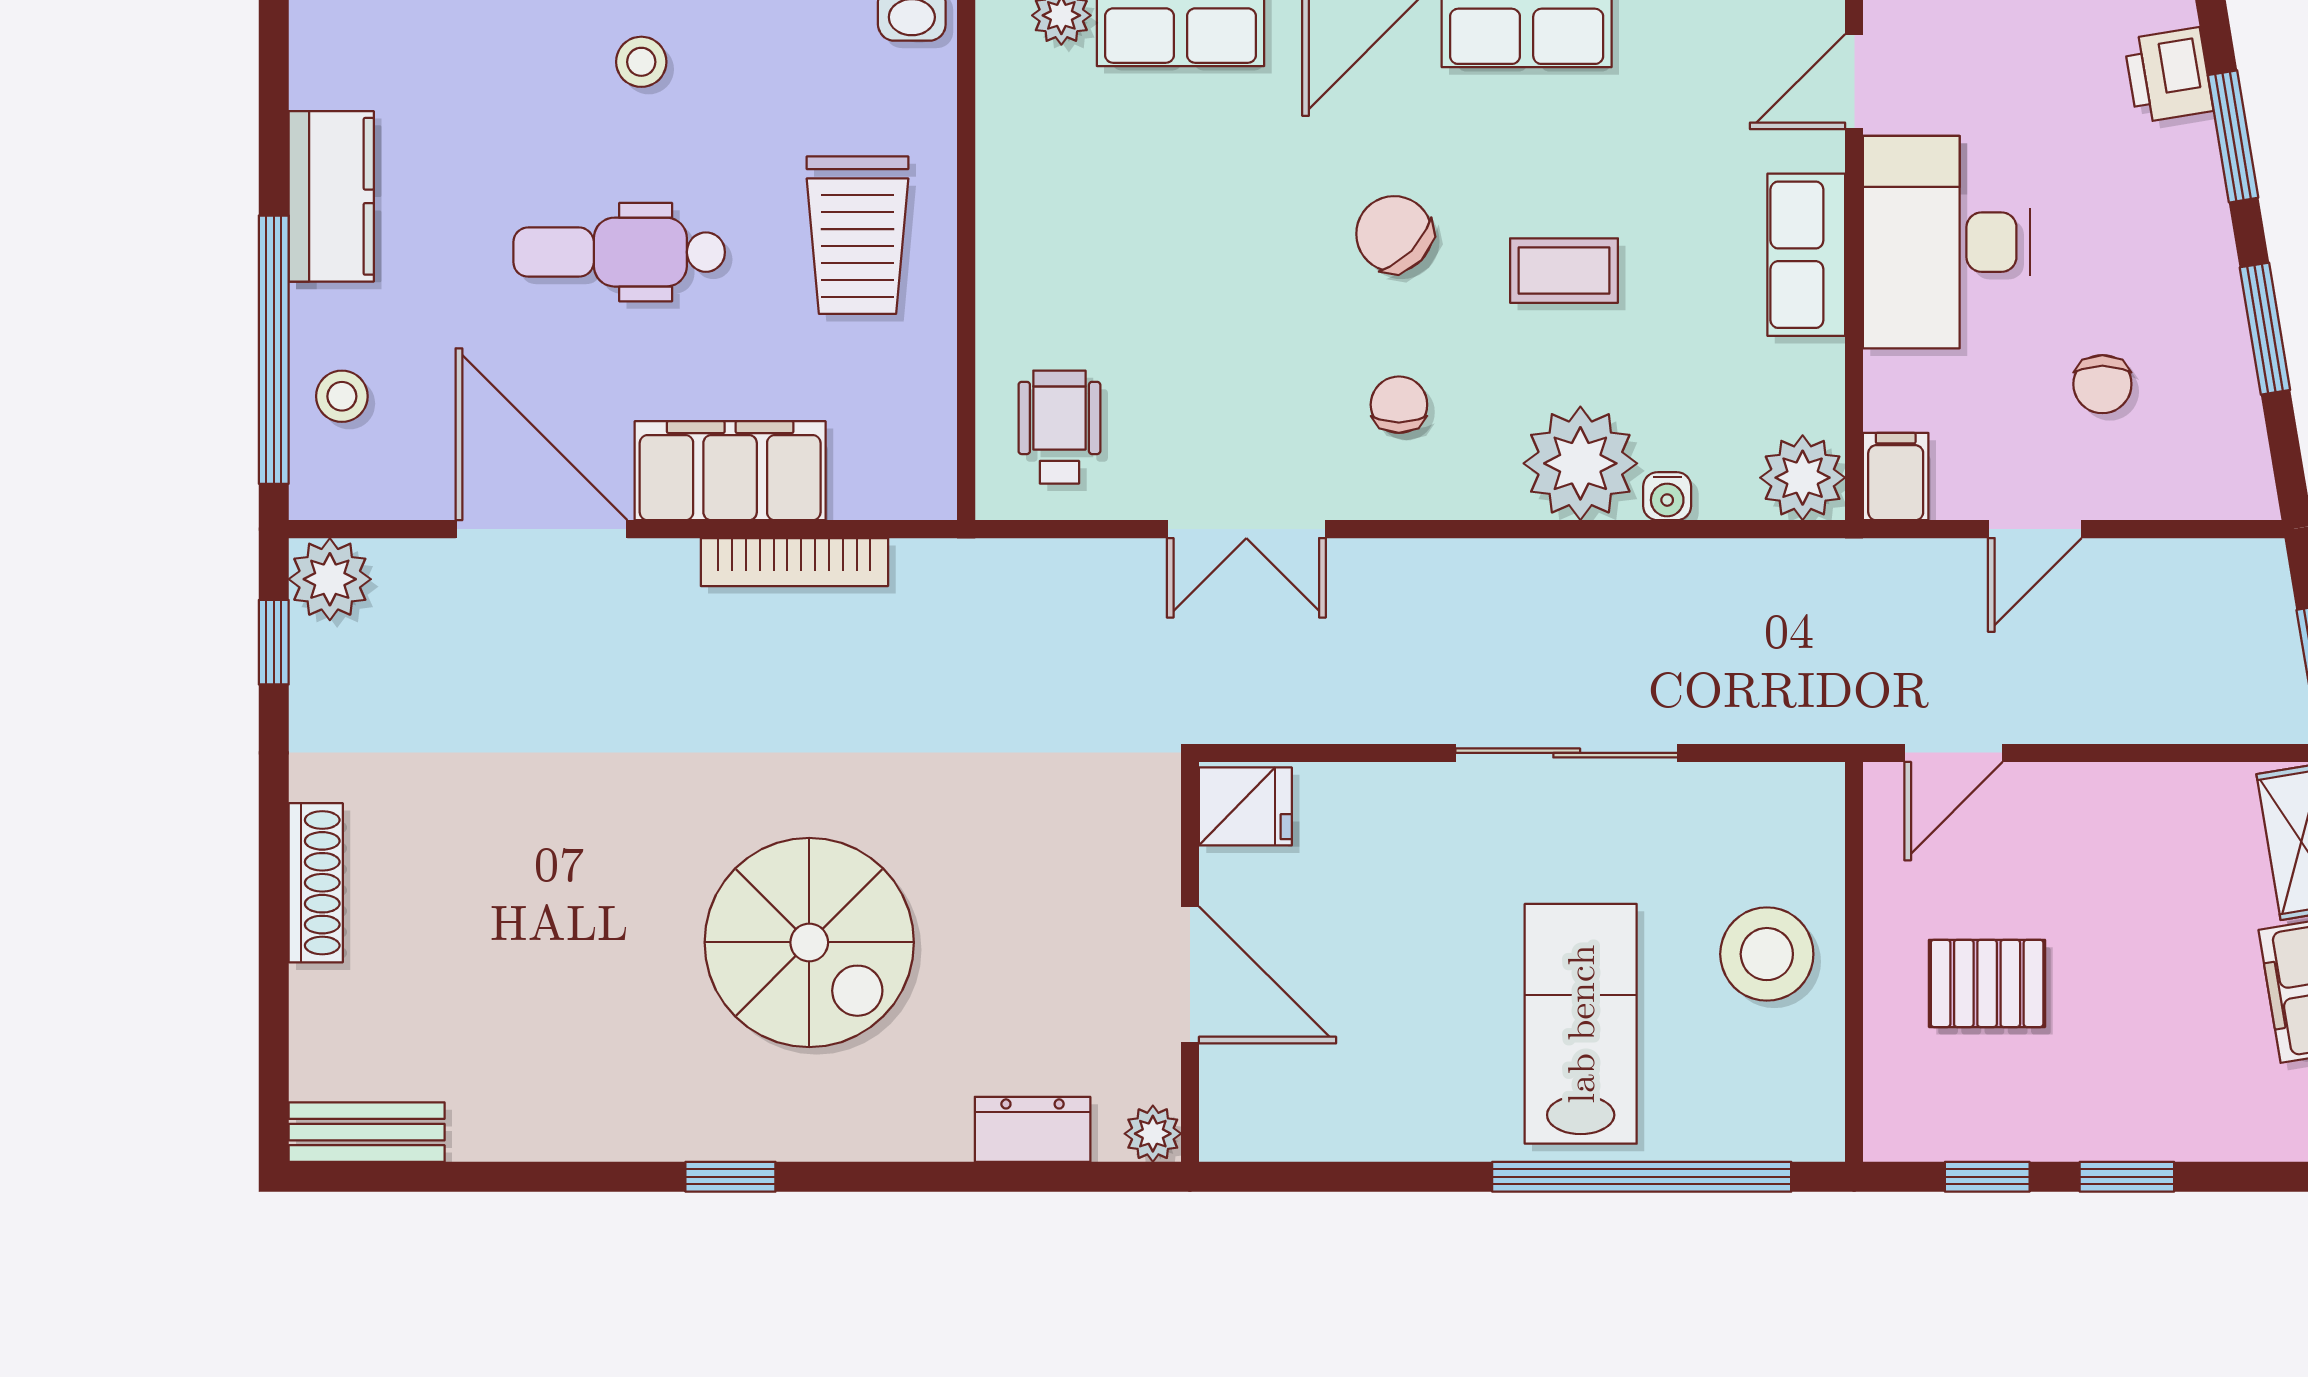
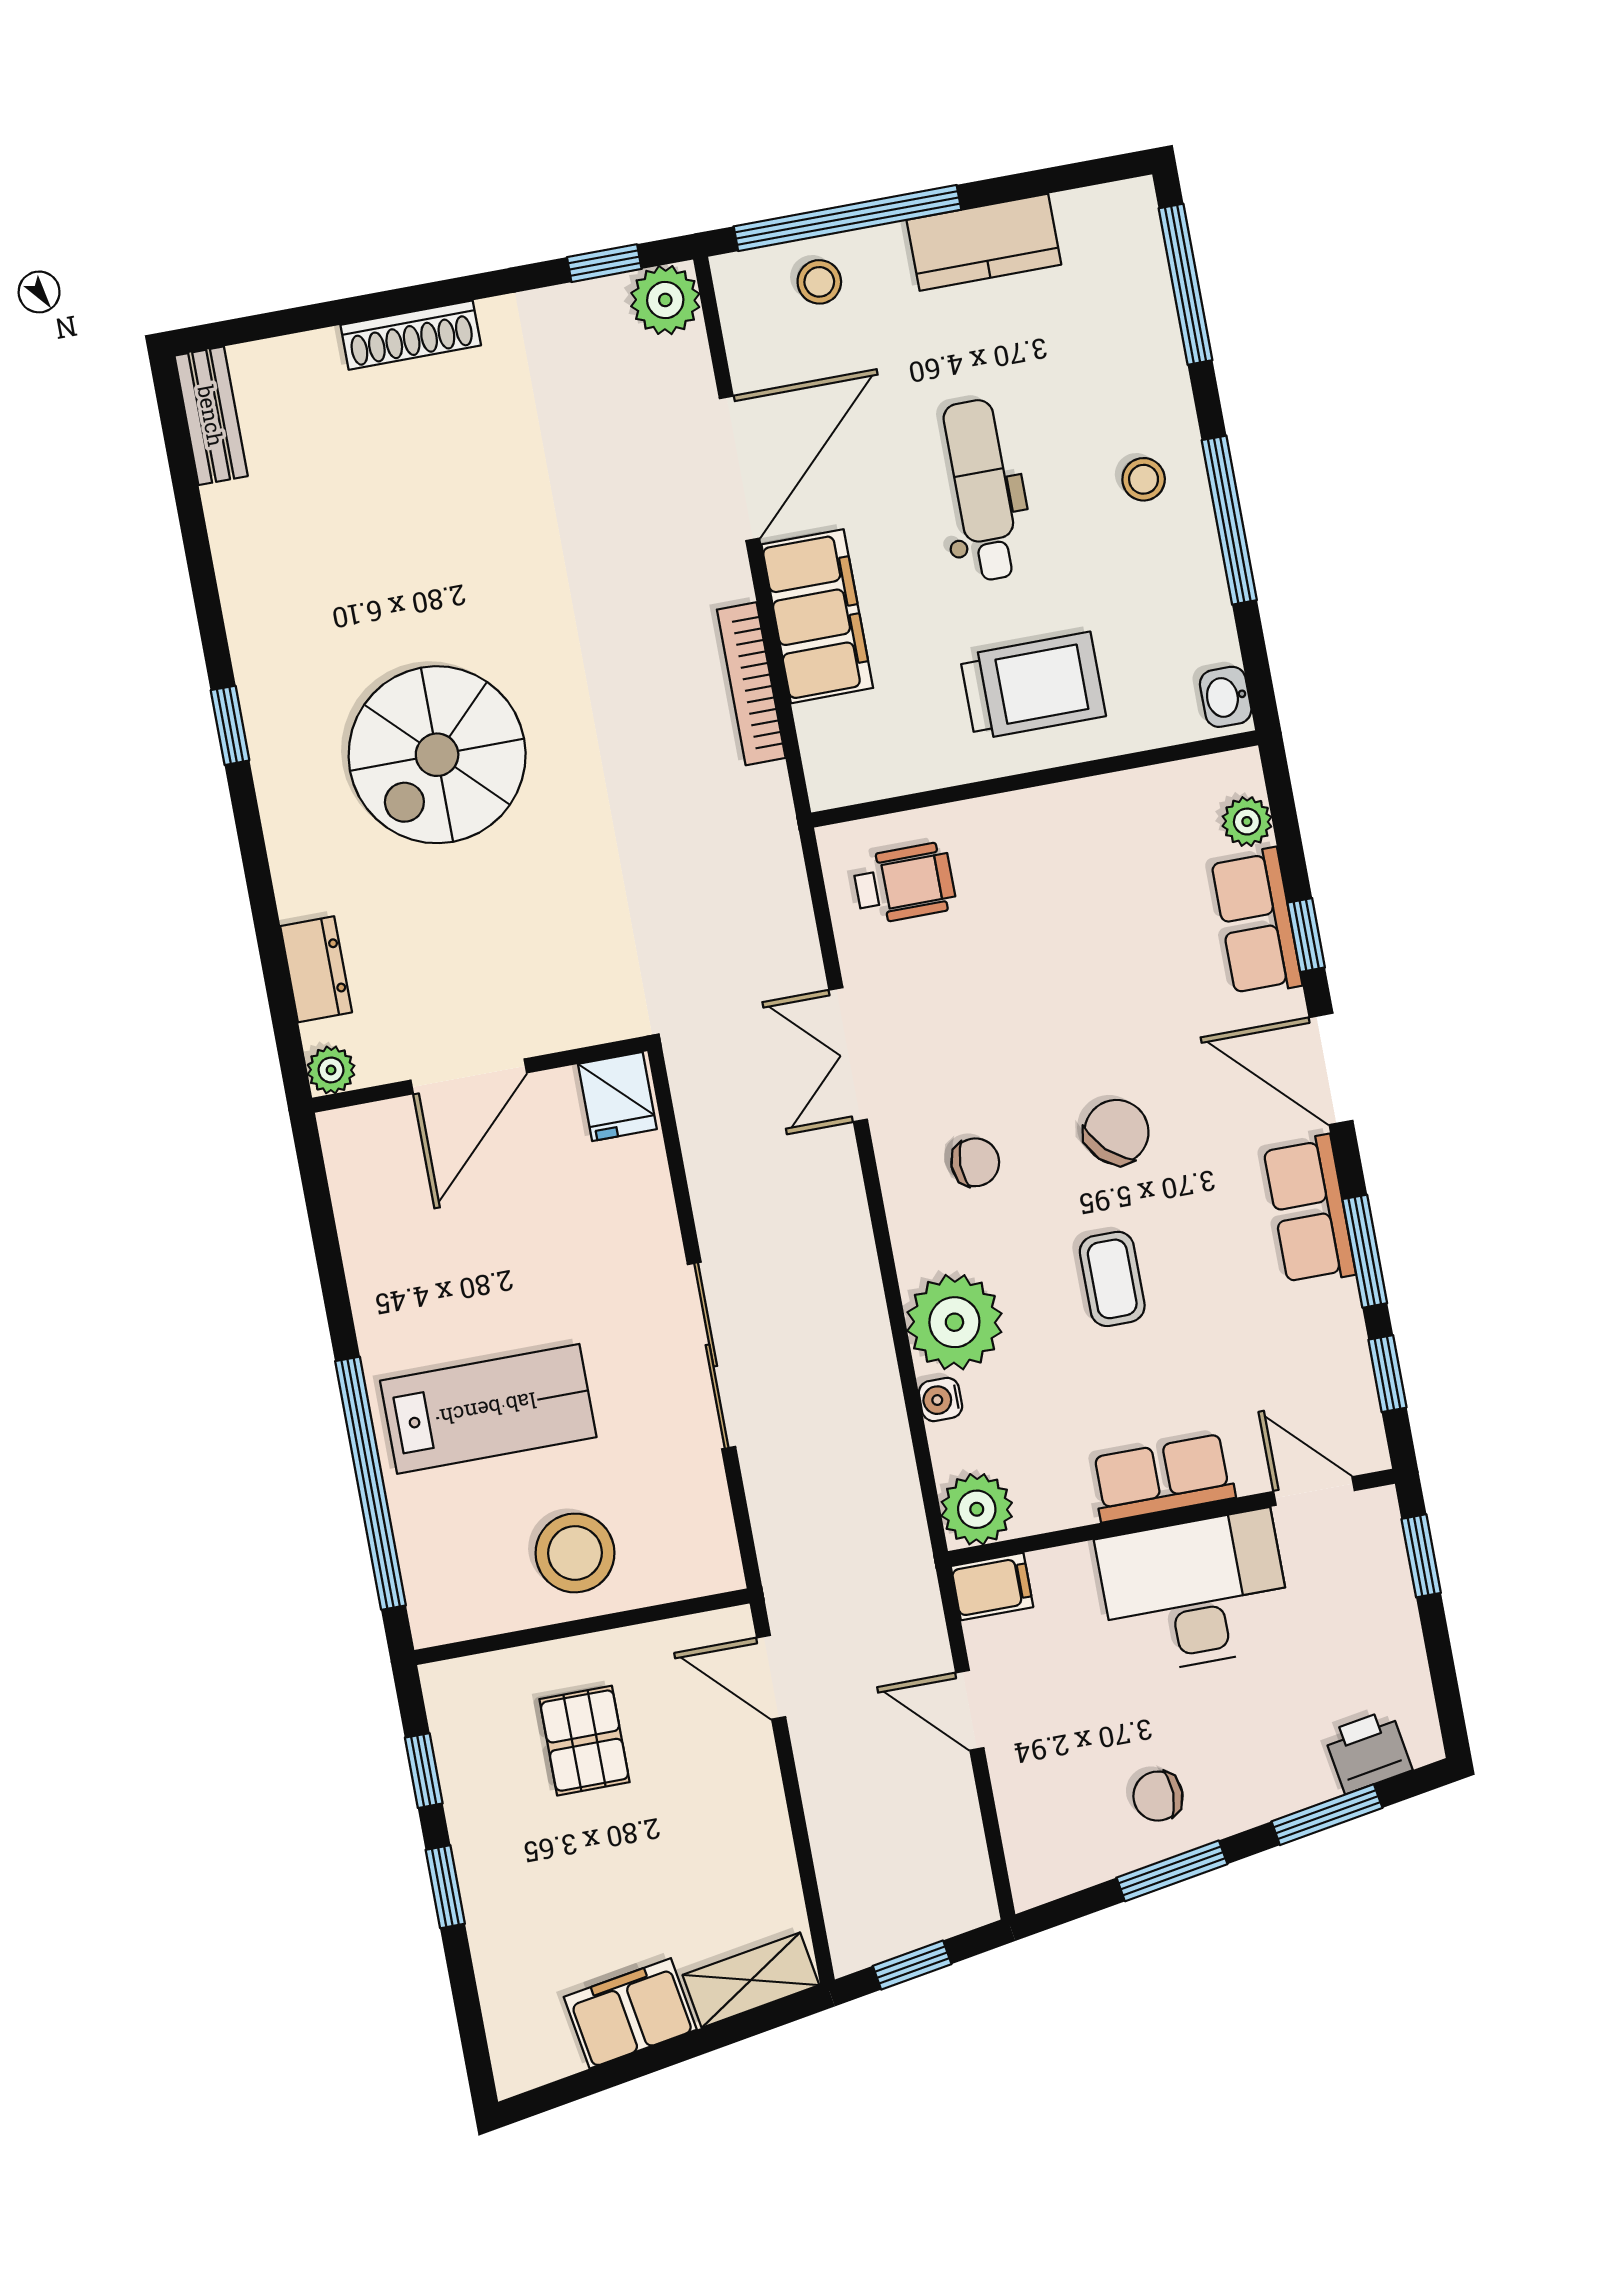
trolley: (857, 235) -> (1033, 686), turned 180
chair: (2102, 384) -> (1158, 1796), moved

